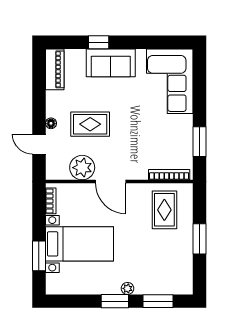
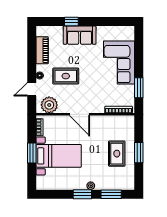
piano: (55, 69) -> (42, 50), moved
corner sofa: (170, 81) -> (119, 63), moved
door: (39, 144) -> (32, 89), hinge flipped
plant: (82, 168) -> (49, 105), moved
rug: (164, 210) -> (117, 154), moved
window: (39, 256) -> (32, 153), moved

